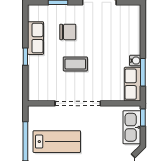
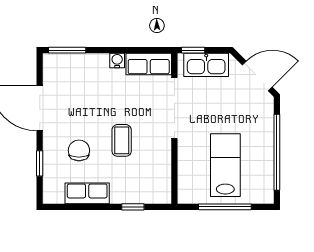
window: (25, 57) -> (133, 207), moved
window: (143, 72) -> (67, 50), moved
doorway: (78, 103) -> (174, 108), moved

